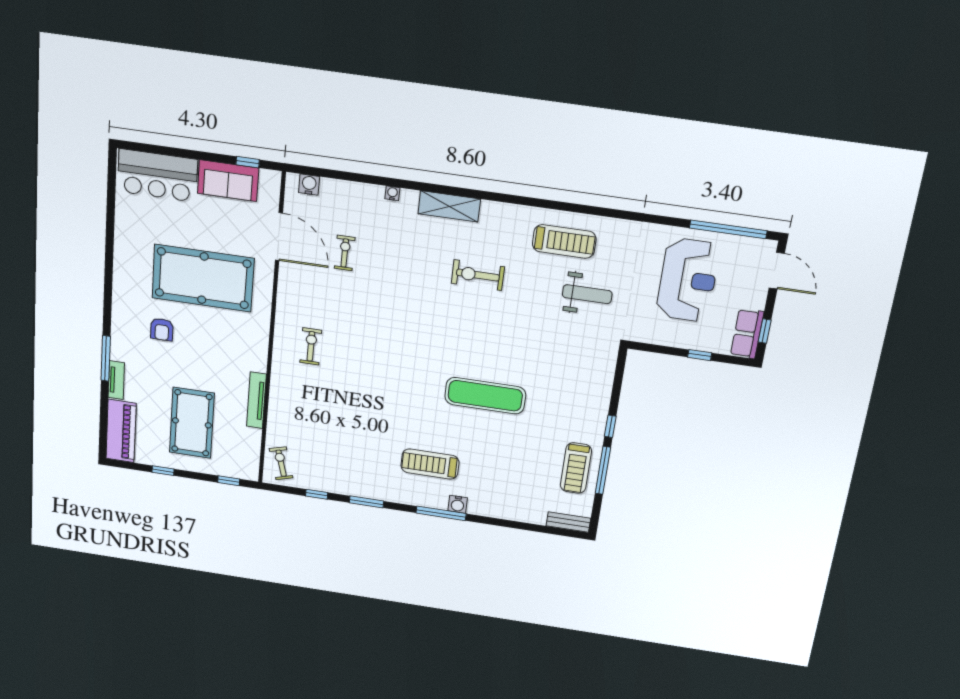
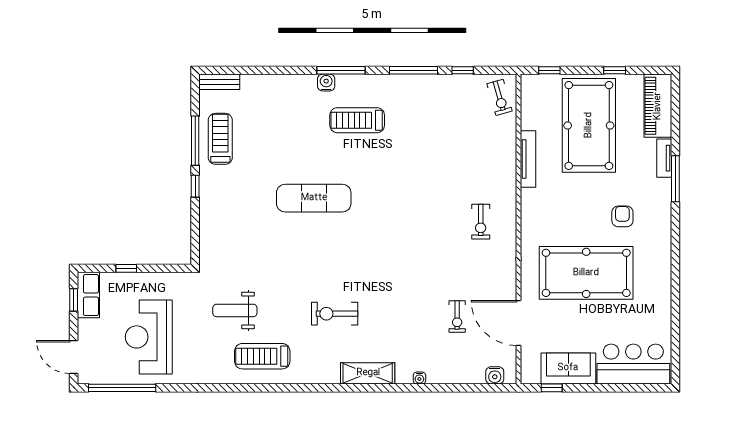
exercise bike: (478, 275) -> (335, 314), turned 180
pool table: (192, 423) -> (589, 125), width x1.36, depth x1.32
treadmill: (430, 464) -> (357, 120), turned 180
window: (367, 502) -> (414, 70), width x1.44

